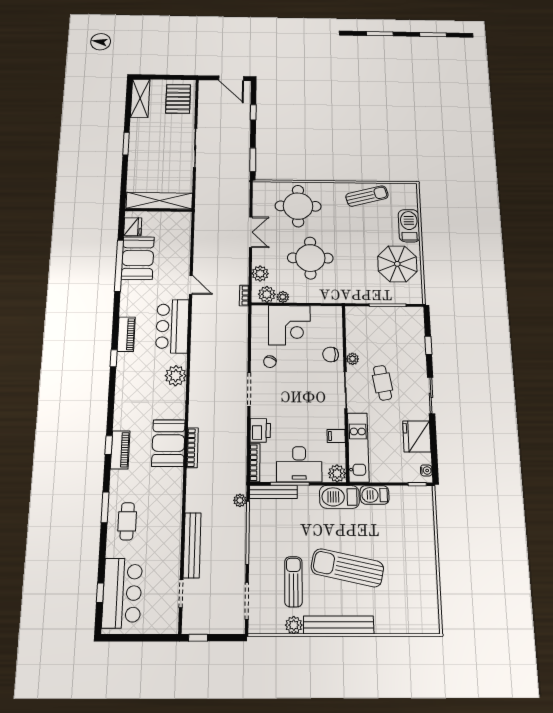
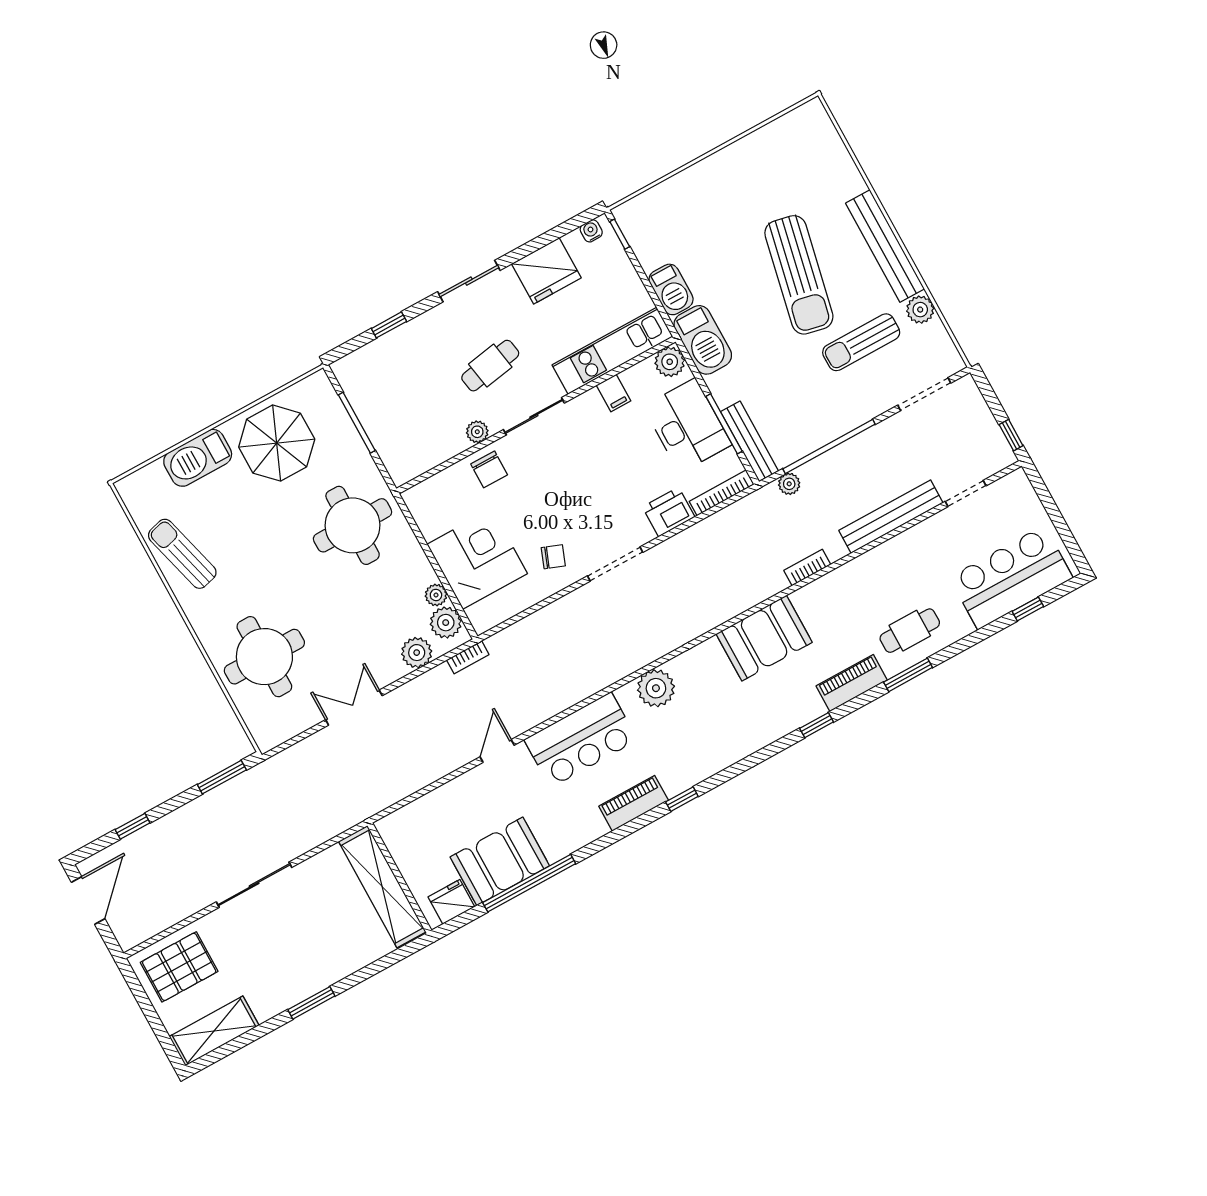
round table: (310, 258) -> (353, 525), moved
bookcase: (192, 448) -> (807, 567), moved, width x0.64
piano: (120, 450) -> (852, 683), moved

